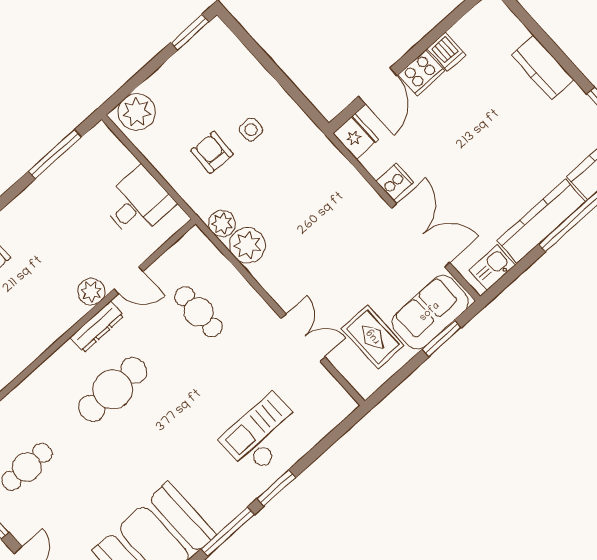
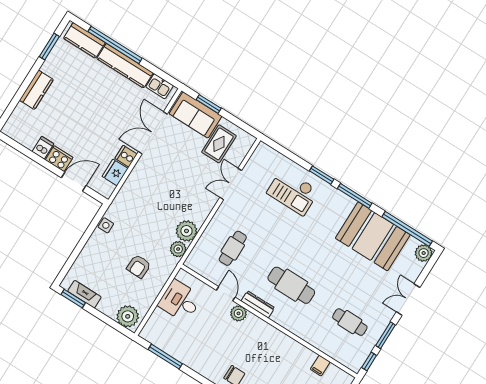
fireplace: (192, 52) -> (84, 294), added
side table: (251, 130) -> (106, 225), moved
fridge: (356, 136) -> (115, 172), moved

